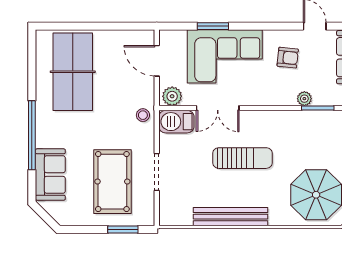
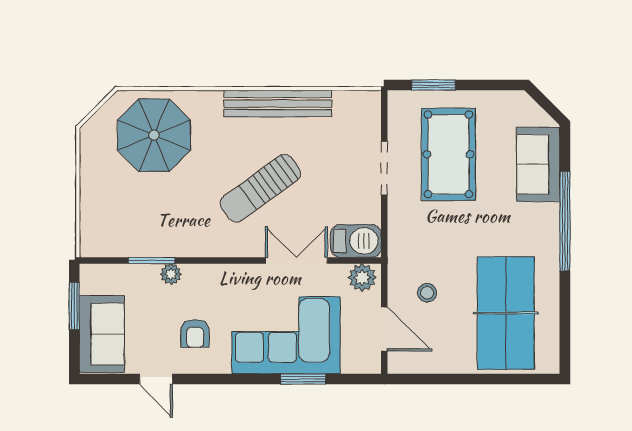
armchair: (288, 58) -> (195, 333), turned -96
stool: (143, 115) -> (427, 293), moved
sun lounger: (242, 158) -> (260, 188), turned -36

